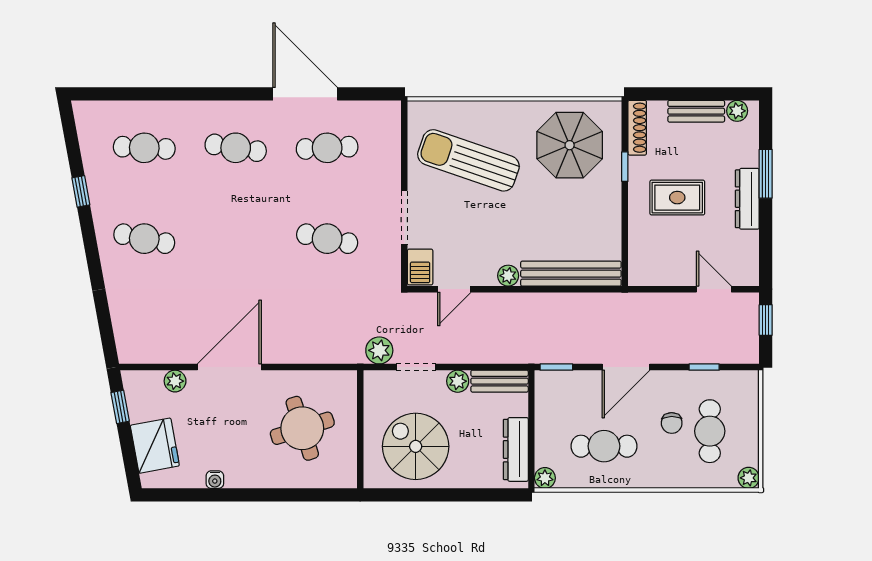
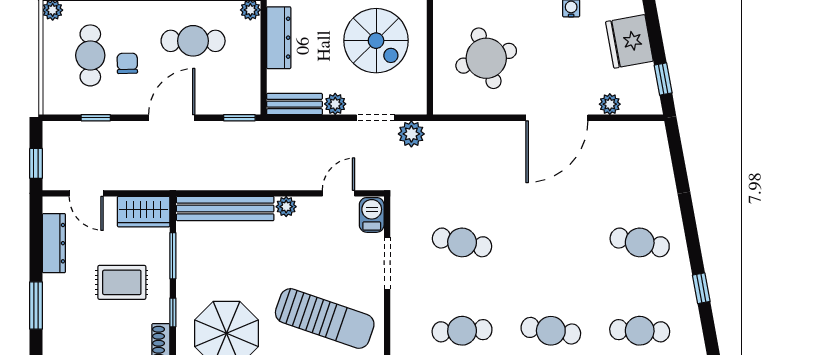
dresser: (747, 199) -> (54, 243), moved
window: (625, 225) -> (173, 256), added
wardrobe: (655, 270) -> (144, 212), added

